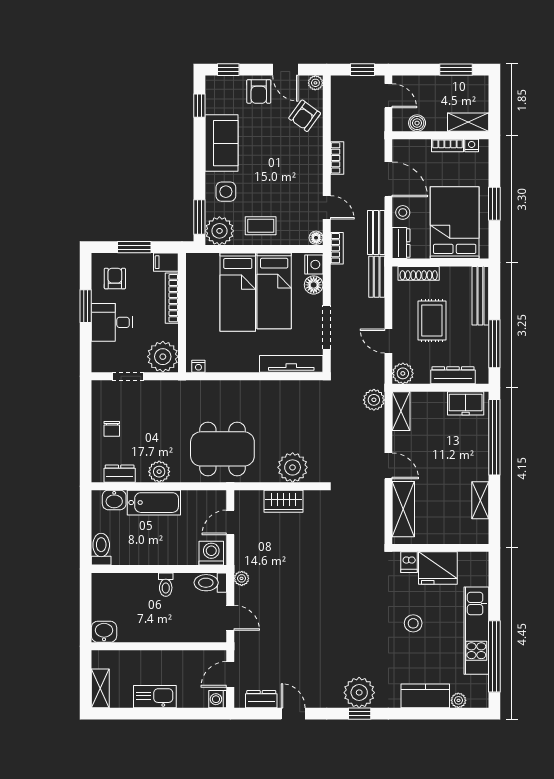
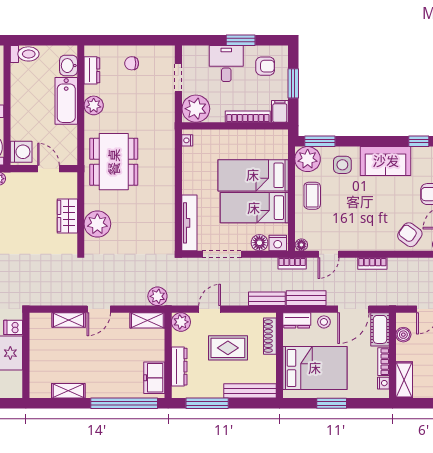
cot: (411, 149) -> (380, 329), added
shelving: (403, 509) -> (69, 320), width x0.67, depth x0.75

